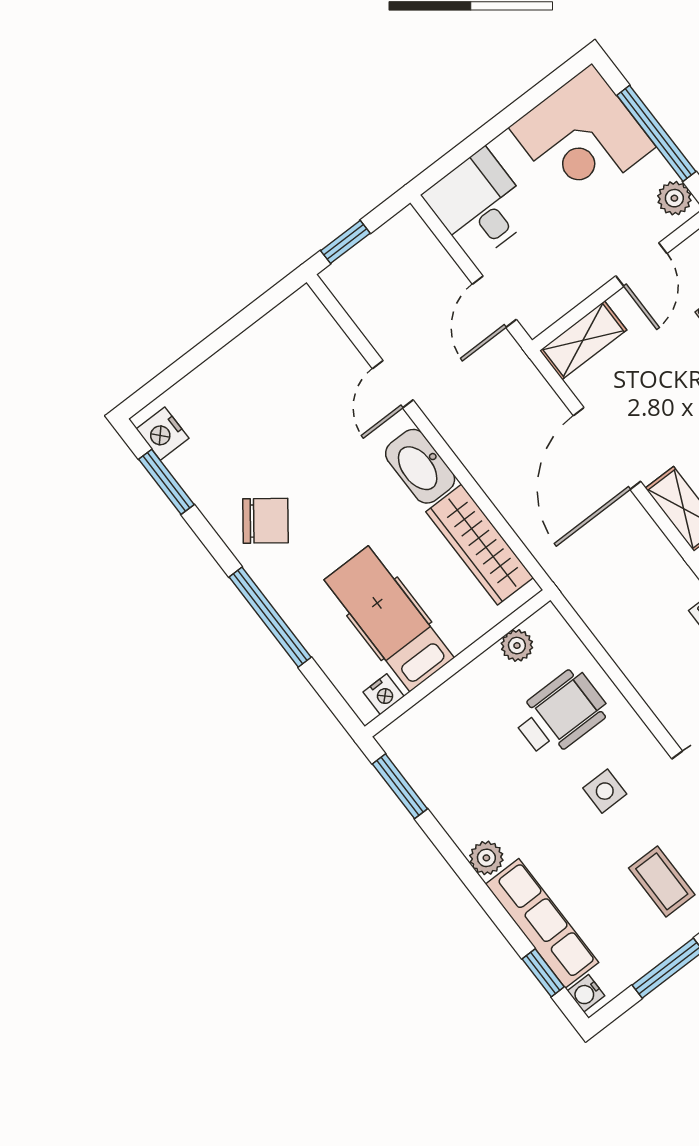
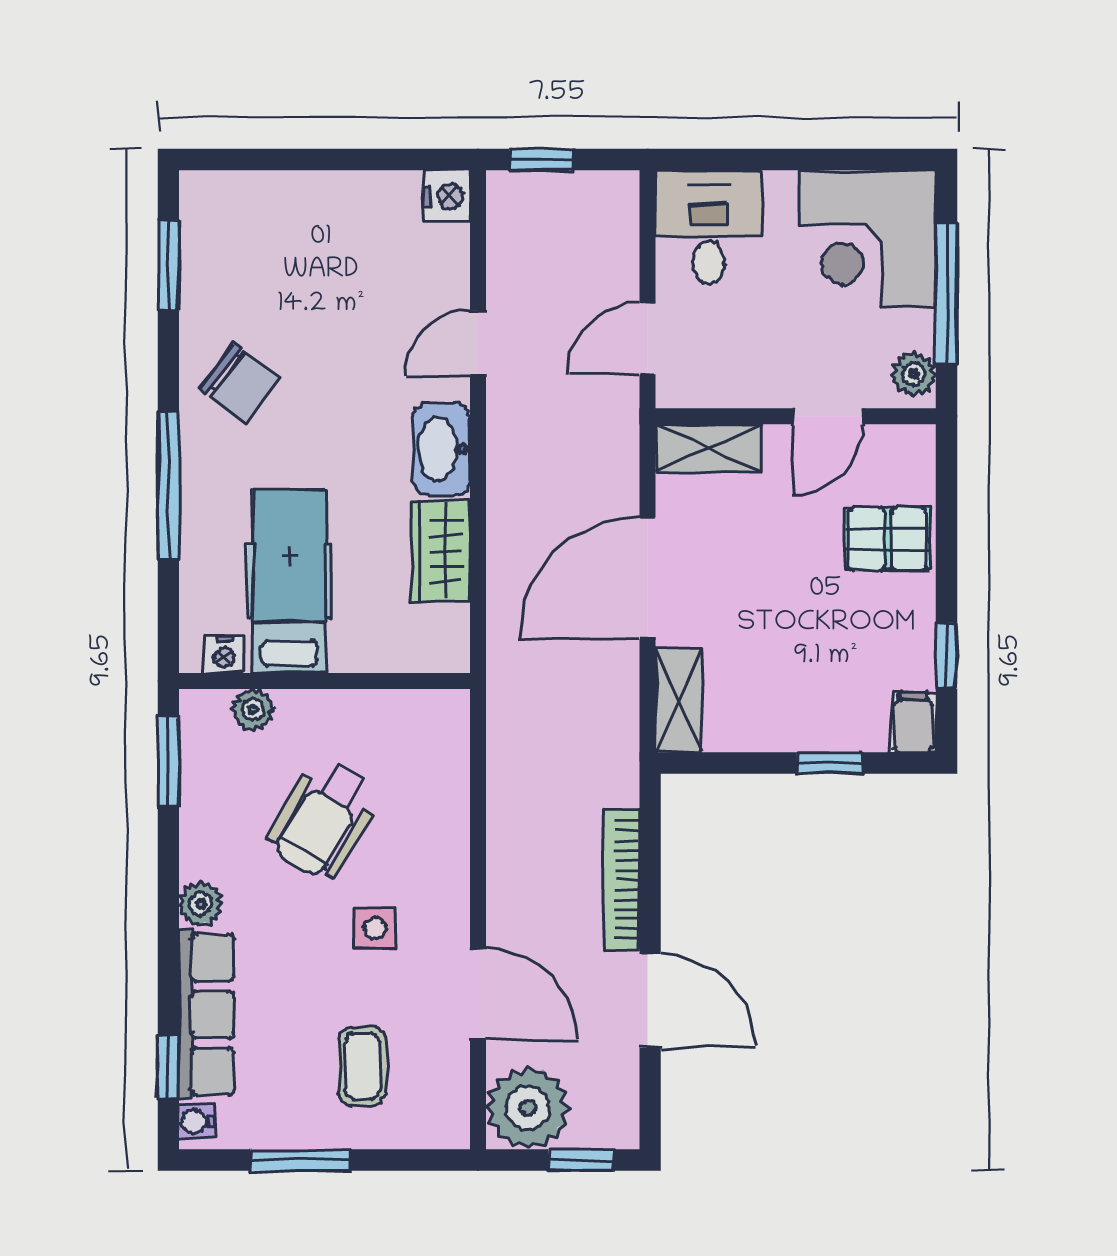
nightstand: (163, 434) -> (447, 197), moved, turned 180
wardrobe: (480, 545) -> (441, 551), width x0.67
plant: (517, 646) -> (253, 710), moved
wheelchair: (561, 714) -> (323, 819), moved, turned 121

